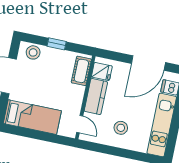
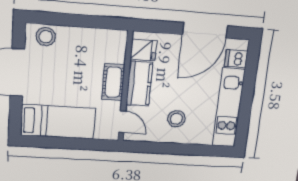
window: (57, 44) -> (77, 20), removed
cot: (81, 71) -> (113, 82), moved

